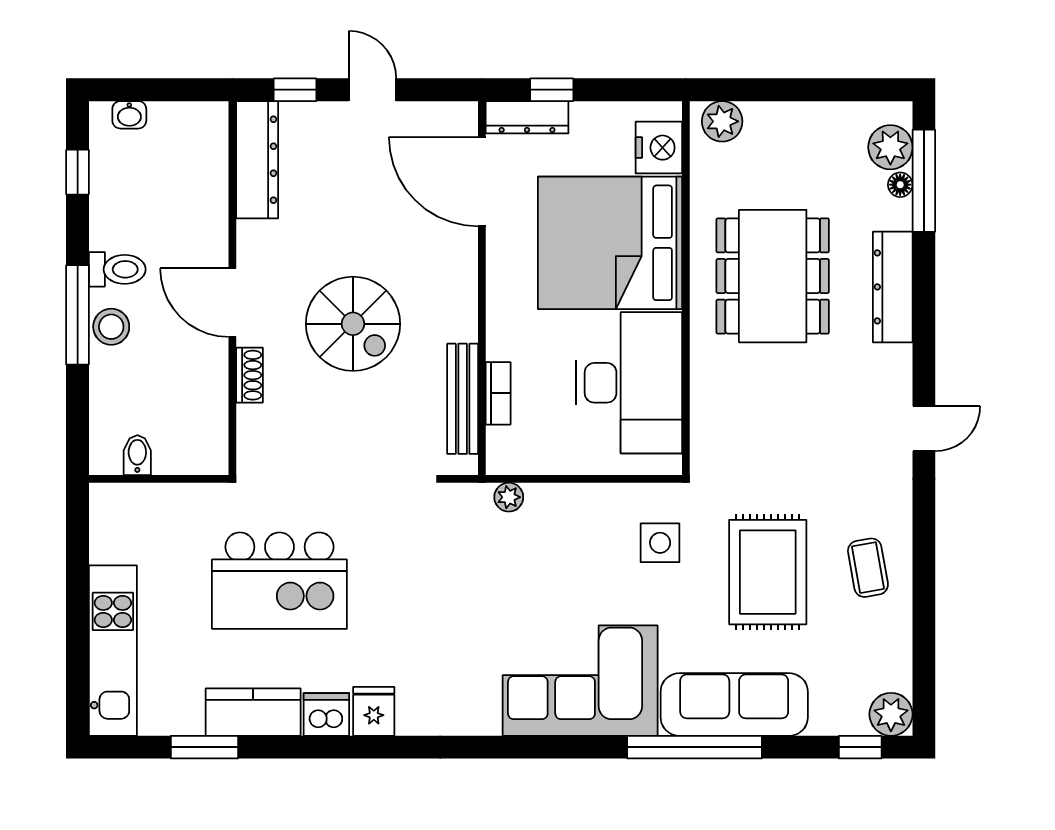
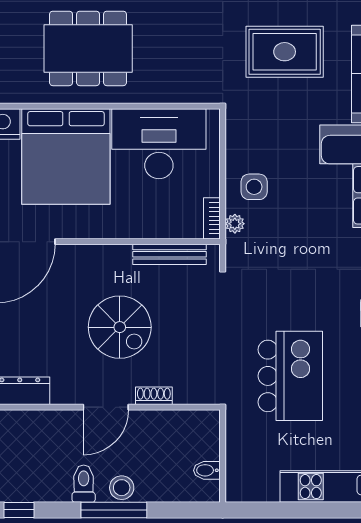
spiral stairs: (353, 324) -> (120, 327), turned 90
bookcase: (498, 393) -> (212, 218), moved, turned -90
side table: (660, 543) -> (254, 187), moved

